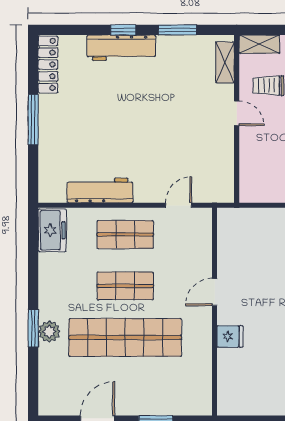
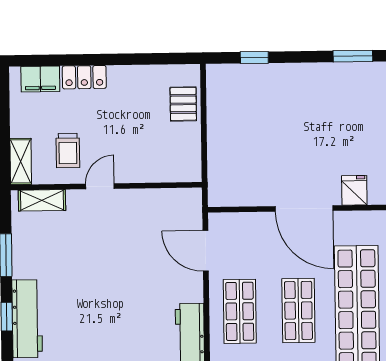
door: (179, 205) -> (206, 251), width x1.38
door: (215, 292) -> (304, 209), width x1.88

